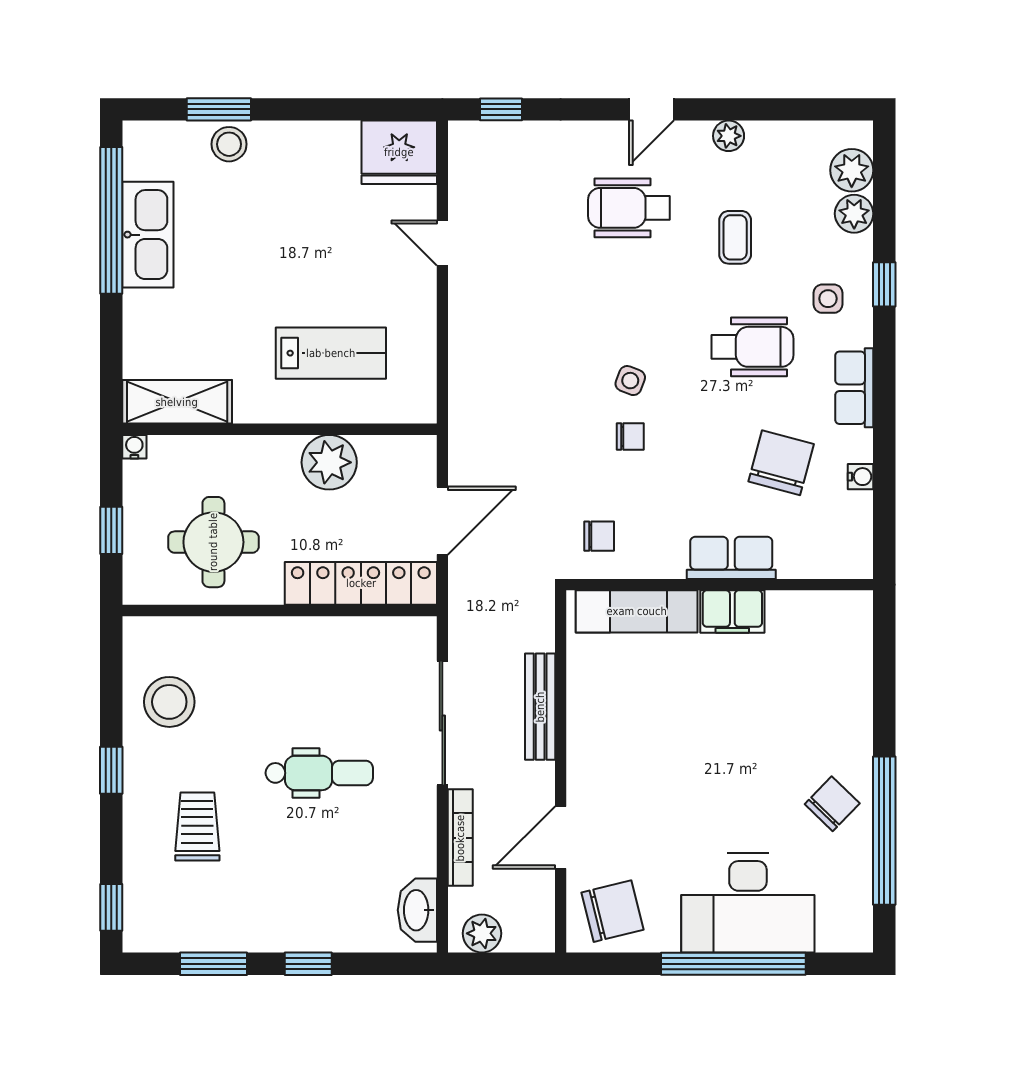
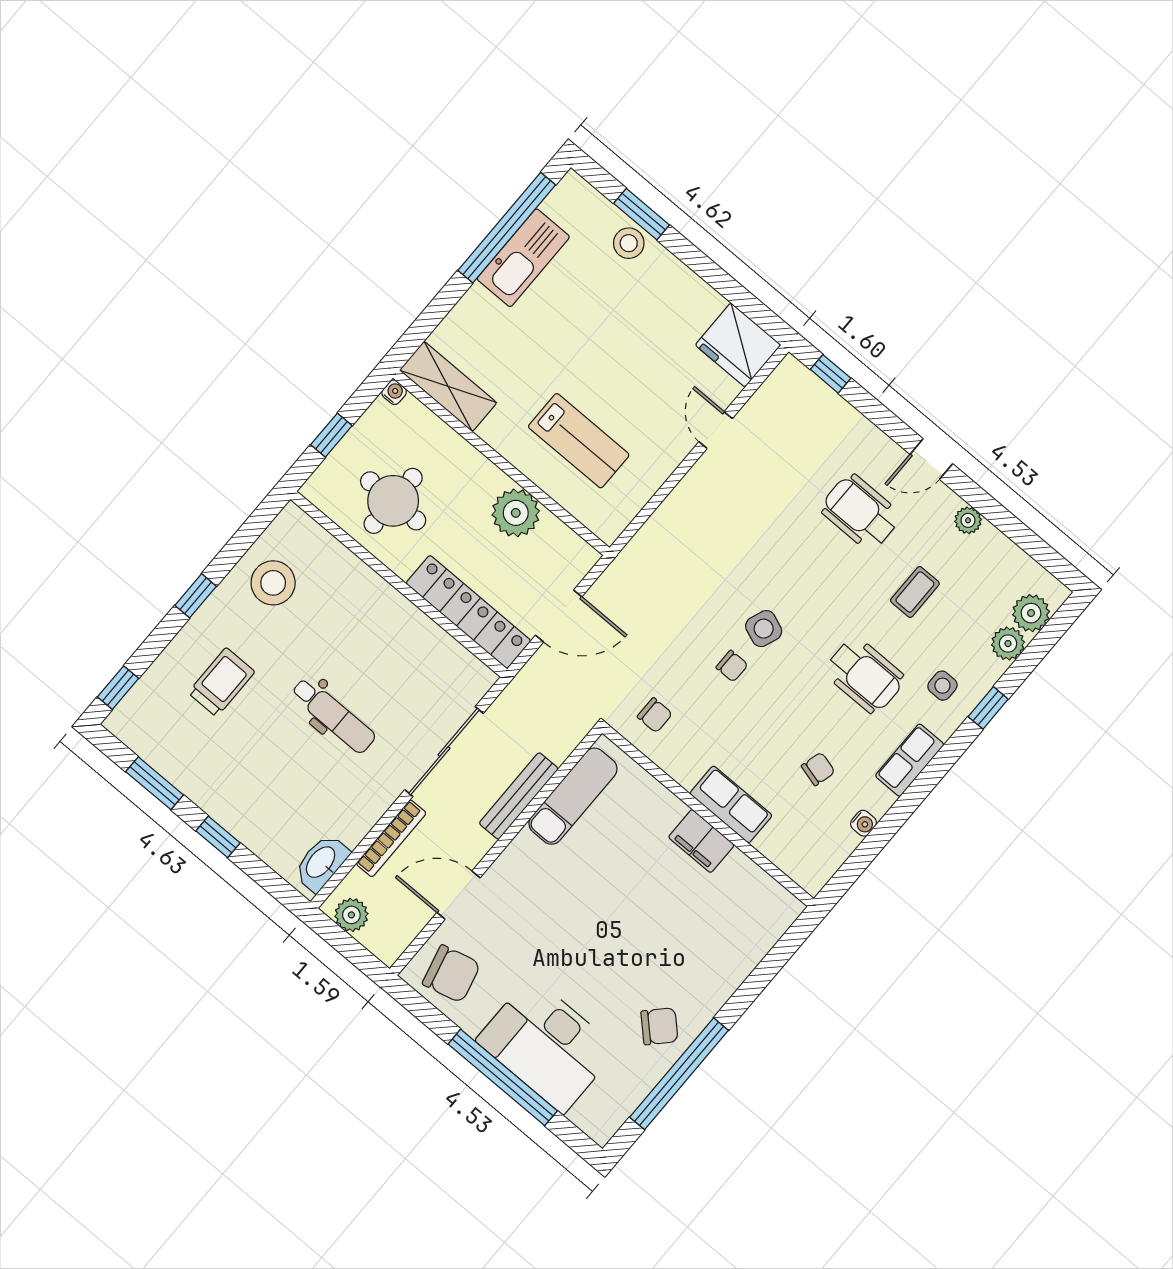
side table: (630, 381) -> (764, 629), width x1.37, depth x1.37
chair: (781, 463) -> (818, 769), width x0.54, depth x0.54
exam couch: (637, 611) -> (573, 796), moved, turned -90

